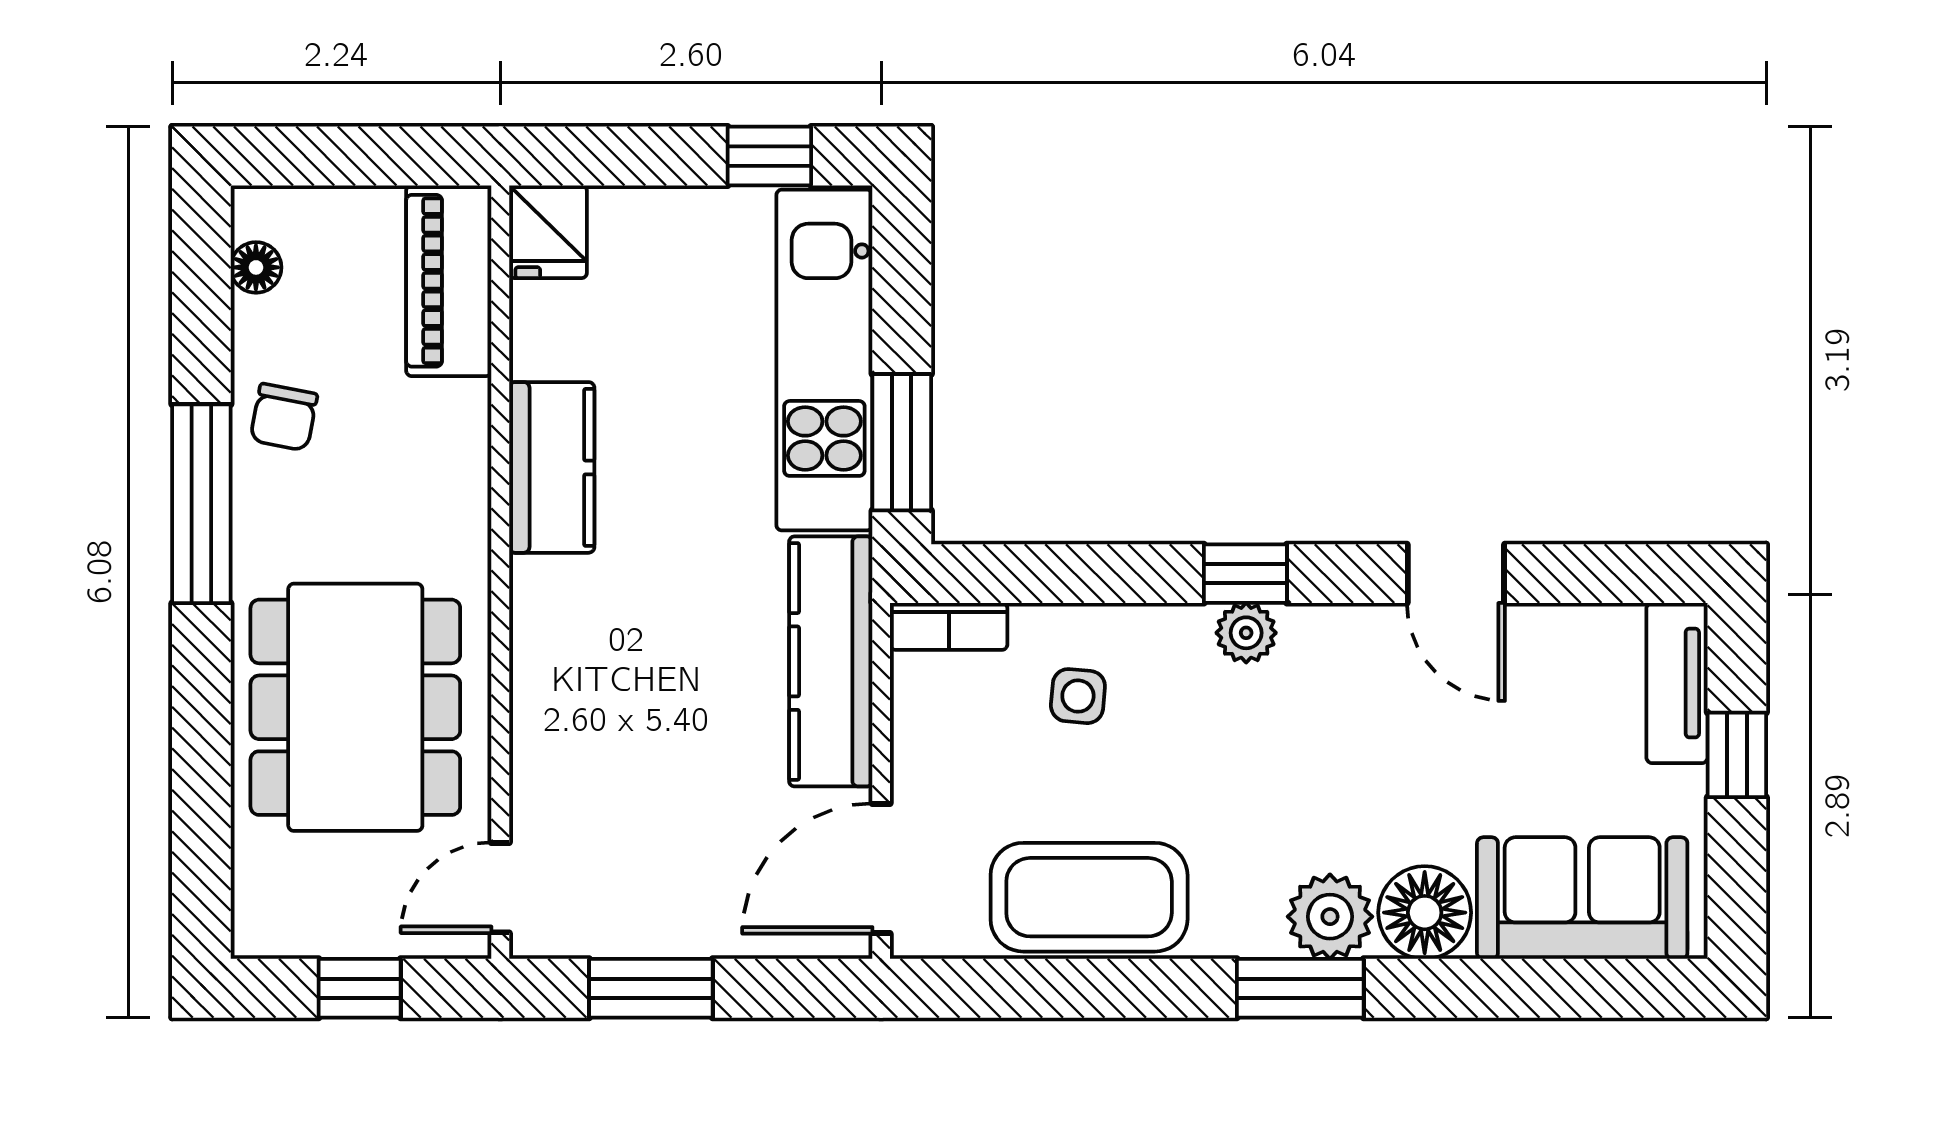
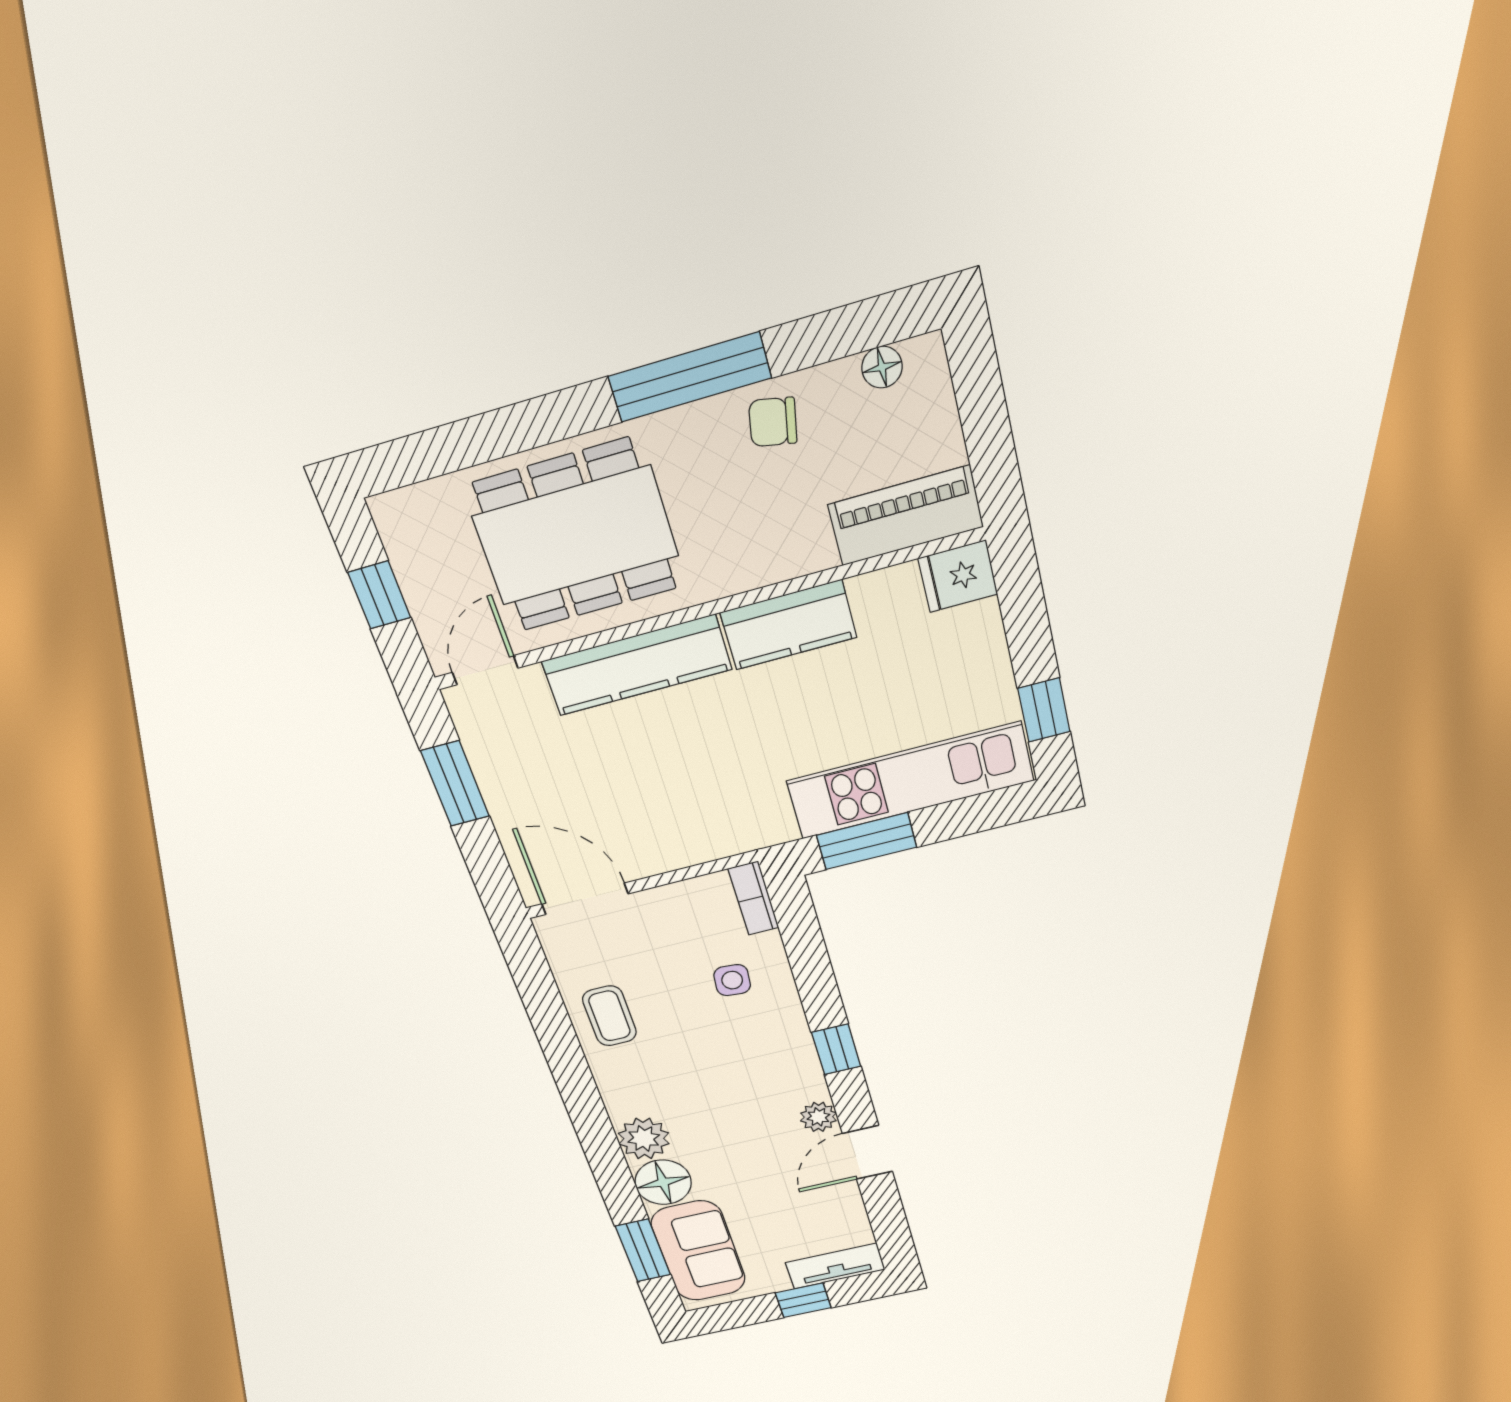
plant: (1246, 633) -> (818, 1117), moved
kitchen counter: (831, 661) -> (637, 665), moved, turned 180
door: (500, 888) -> (485, 670), hinge flipped
coffee table: (1089, 897) -> (609, 1016), width x0.54, depth x0.58
window: (1300, 988) -> (643, 1251), moved

